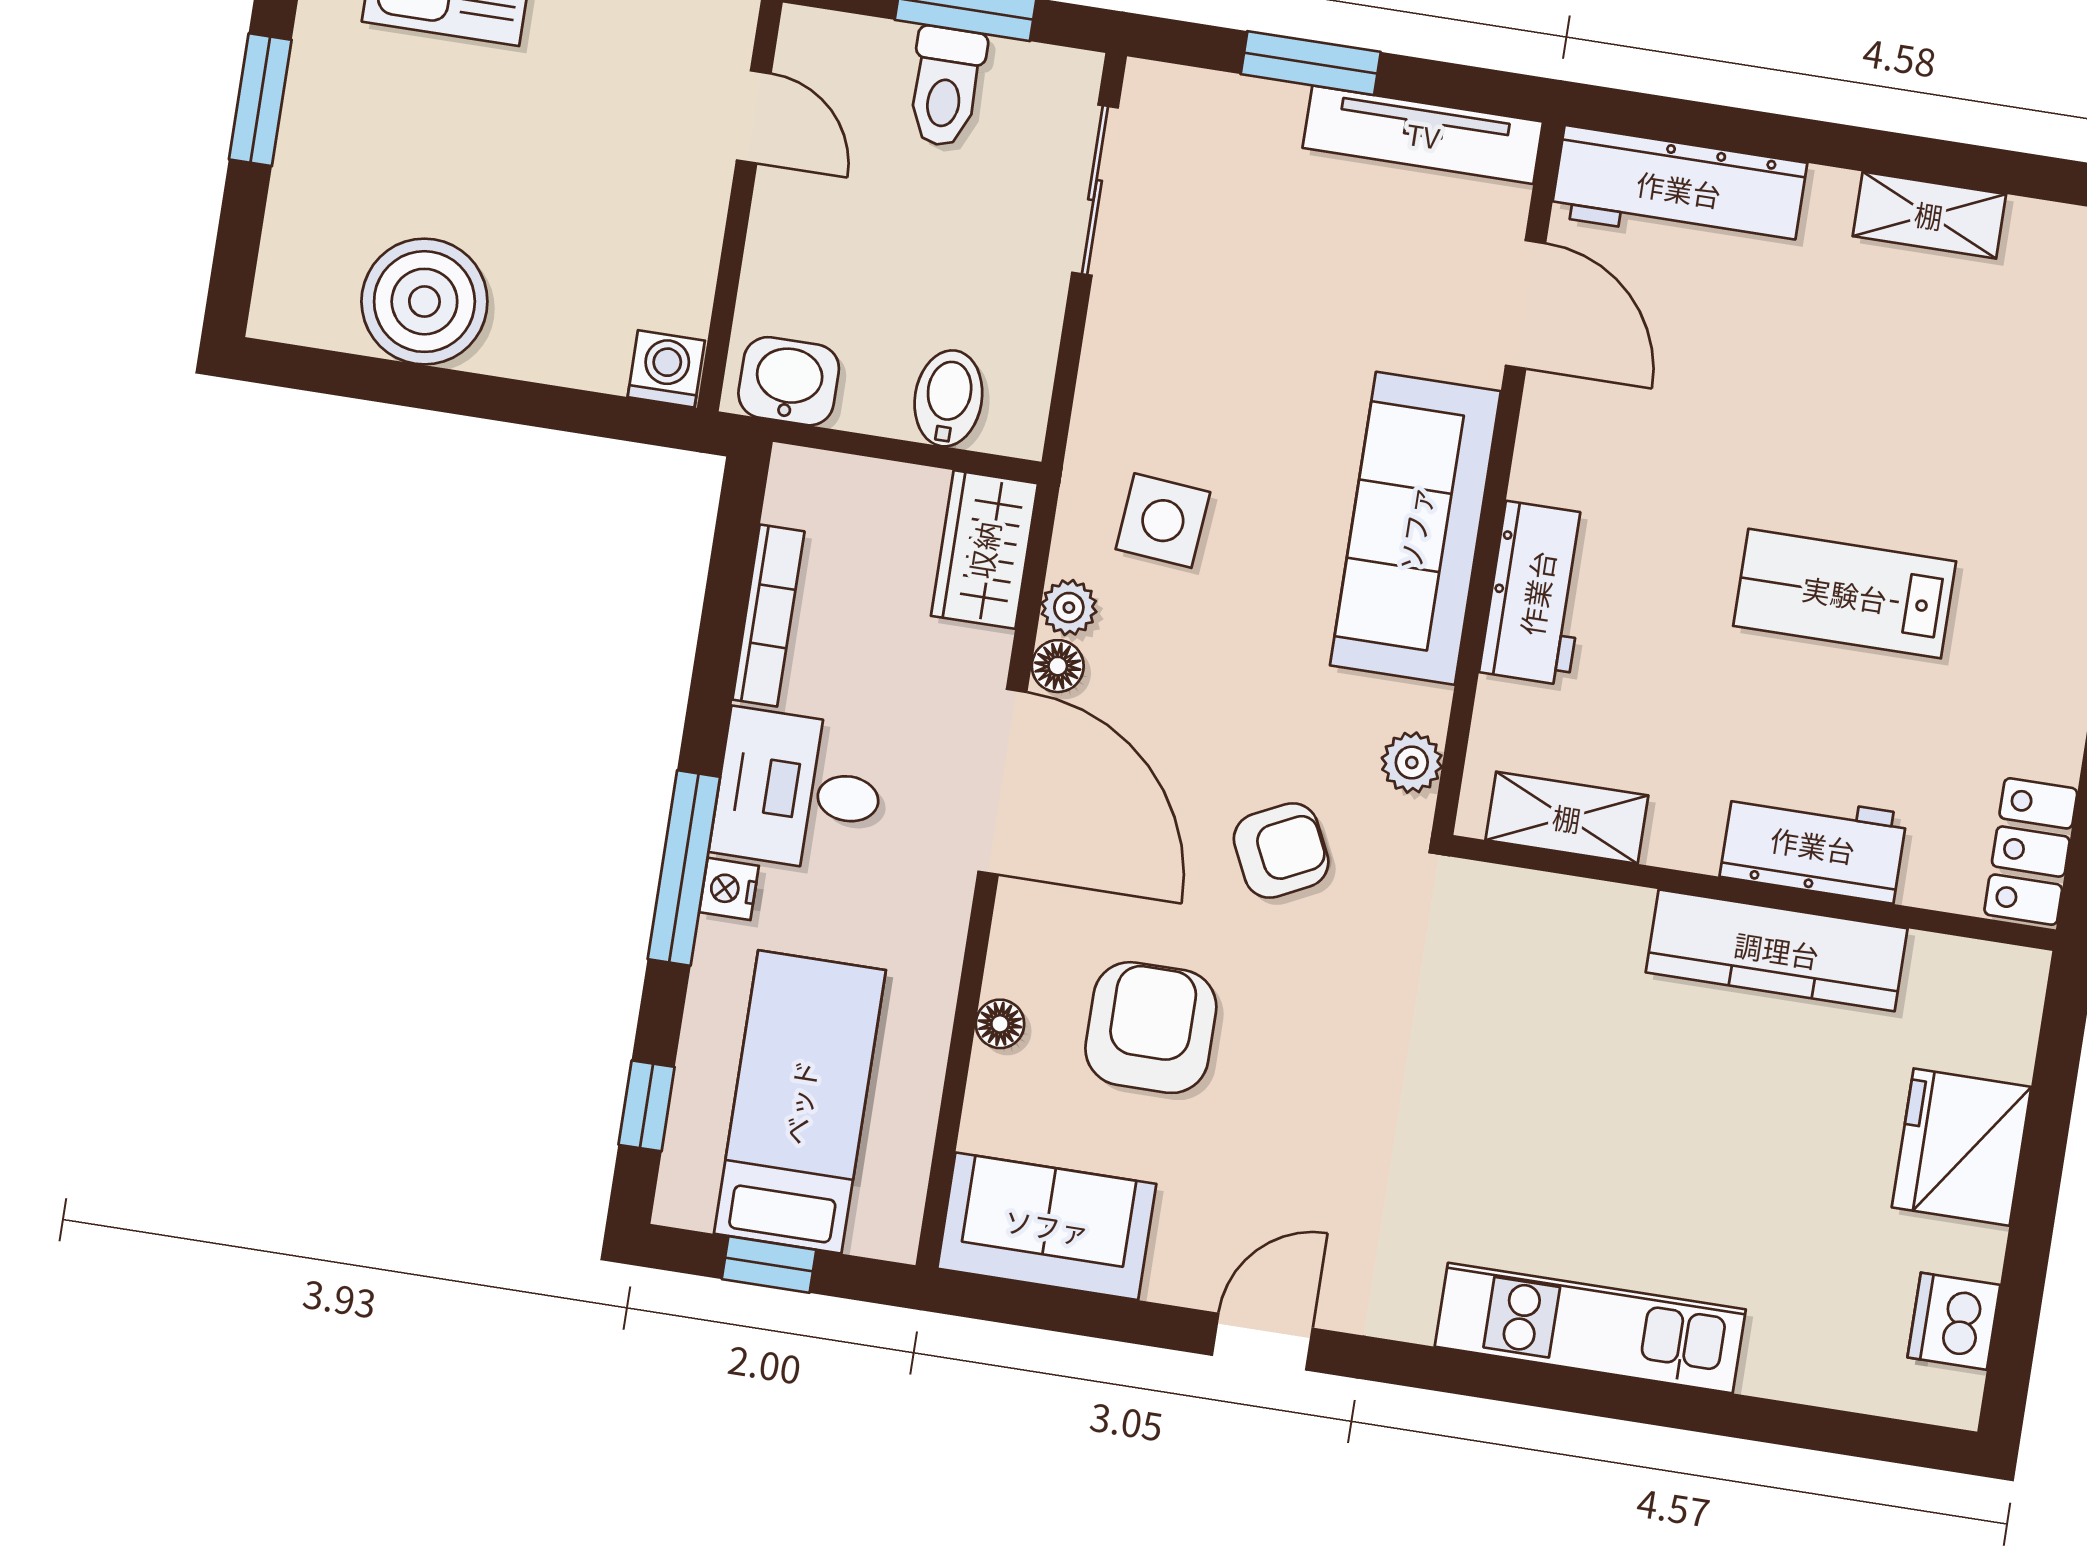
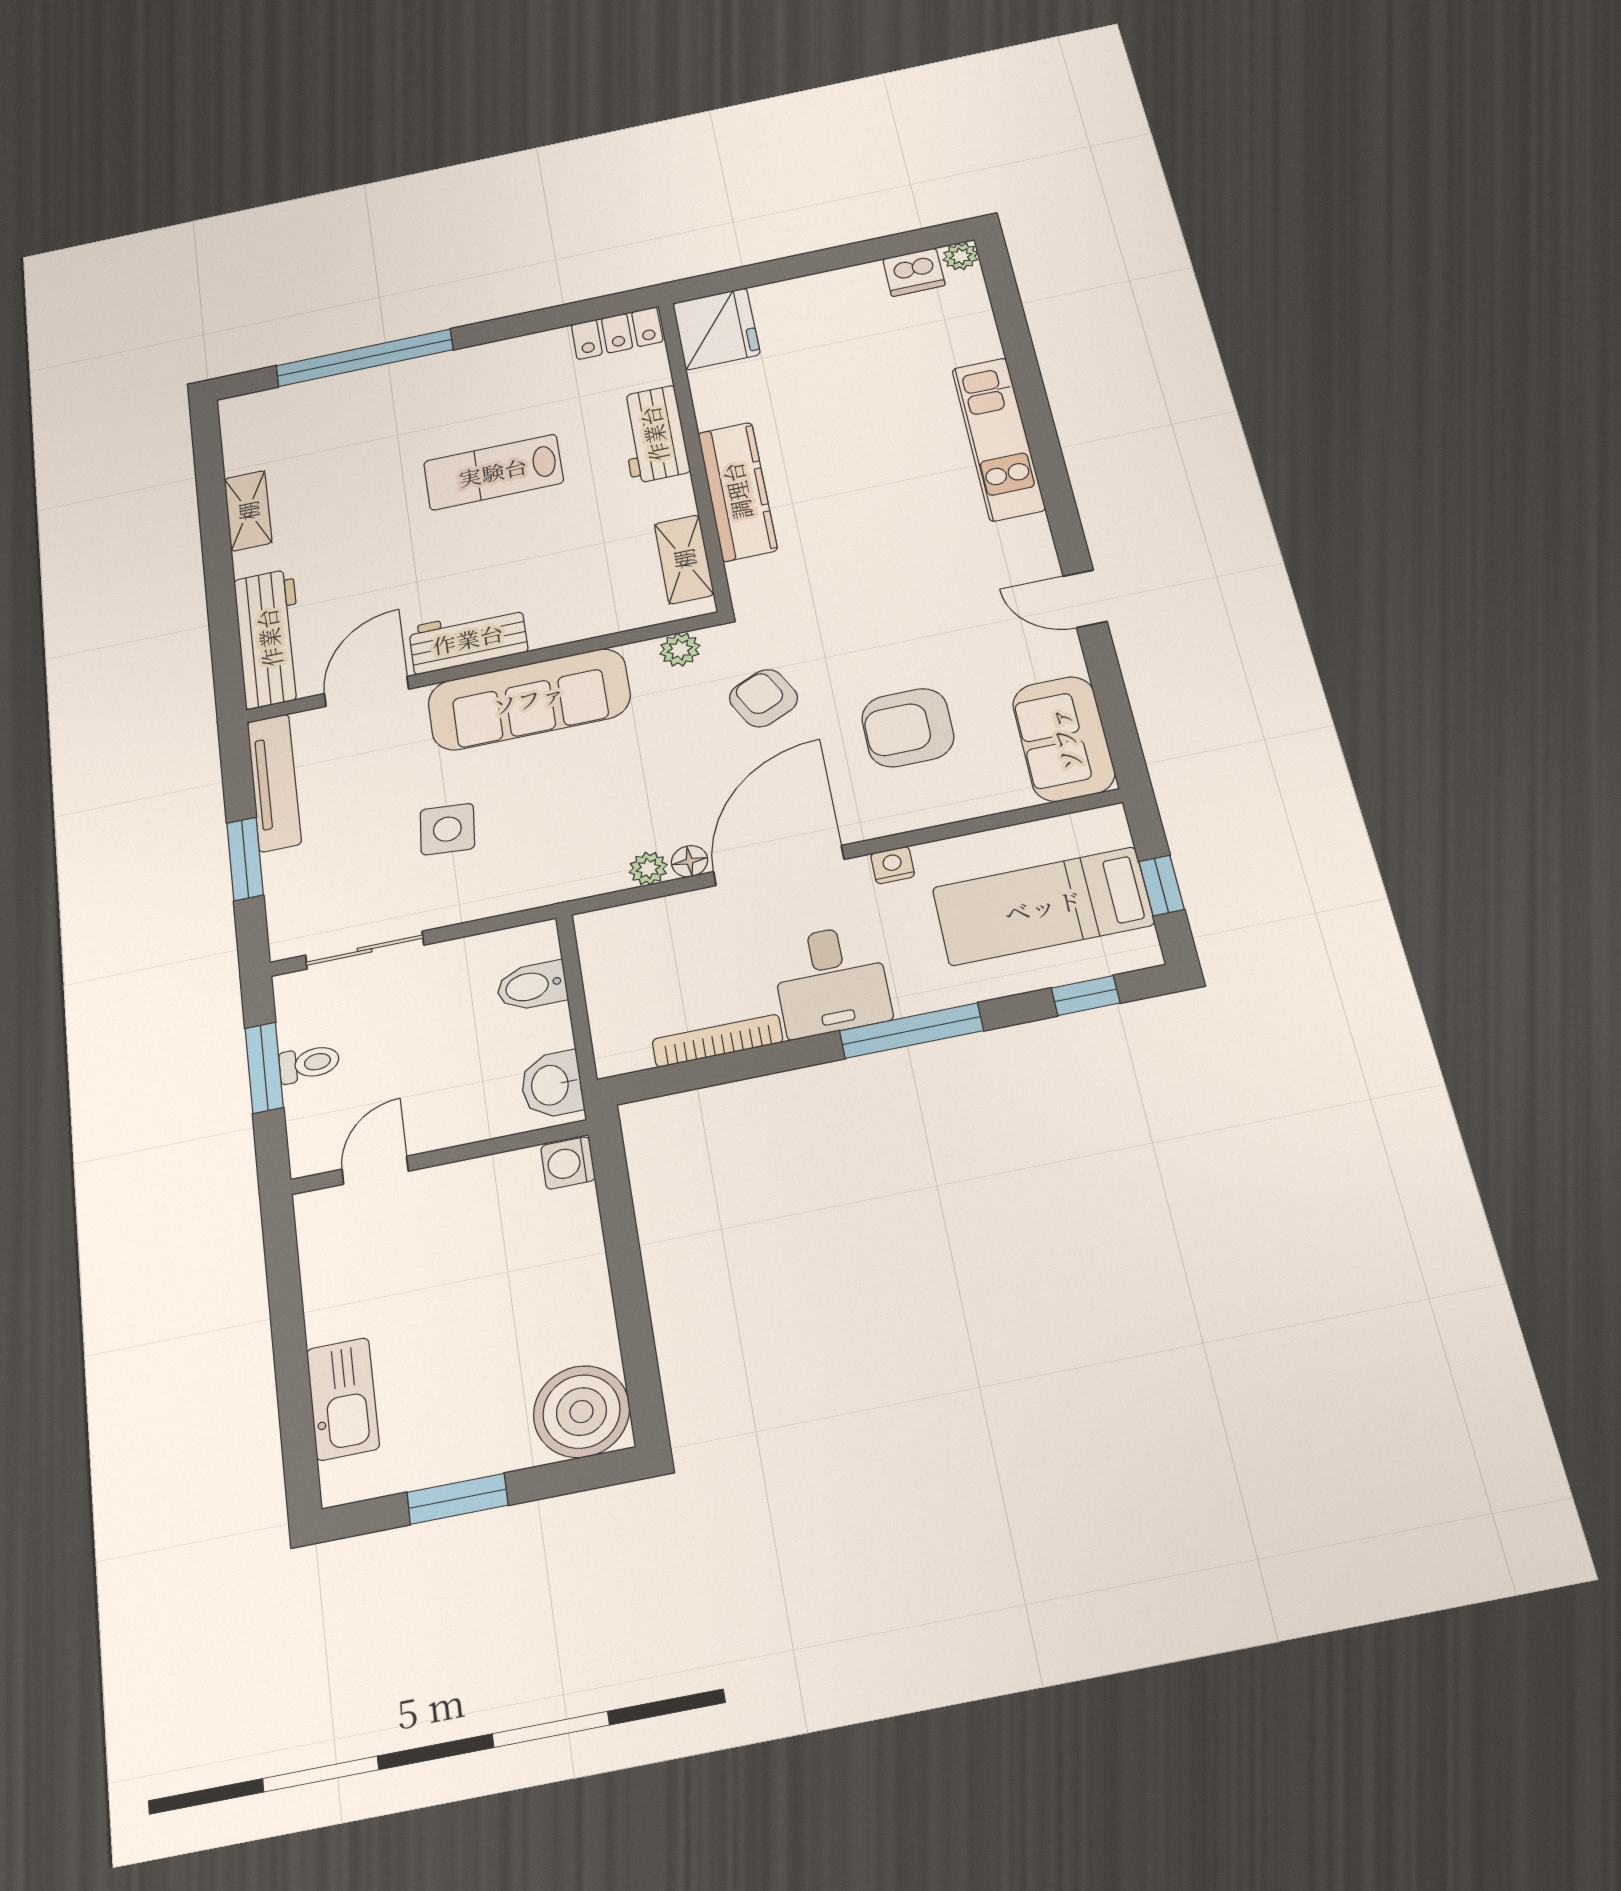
toilet: (946, 87) -> (309, 1063), width x0.73, depth x0.72
boiler: (424, 302) -> (581, 1412), moved
side table: (1163, 521) -> (447, 829), moved
wardrobe: (984, 550) -> (627, 930), removed
workbench: (1537, 593) -> (468, 639), moved
lab bench: (1845, 594) -> (493, 472), turned 90
nightstand: (729, 889) -> (893, 865), moved, turned 180
kitchen counter: (1777, 950) -> (737, 491), moved
floor lamp: (1000, 1024) -> (941, 811), removed
fridge: (1962, 1147) -> (716, 329), moved, turned -90
plant: (1954, 1399) -> (961, 256), added

